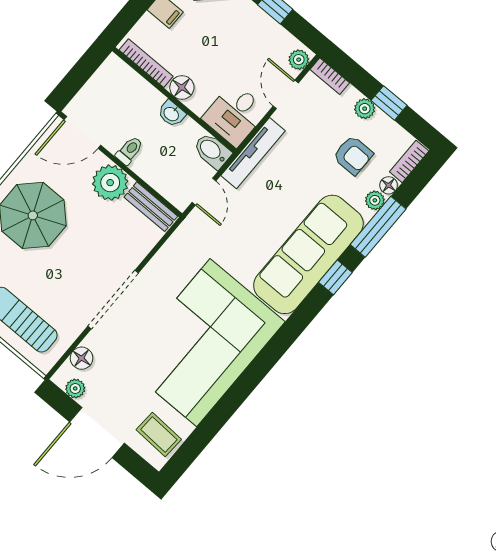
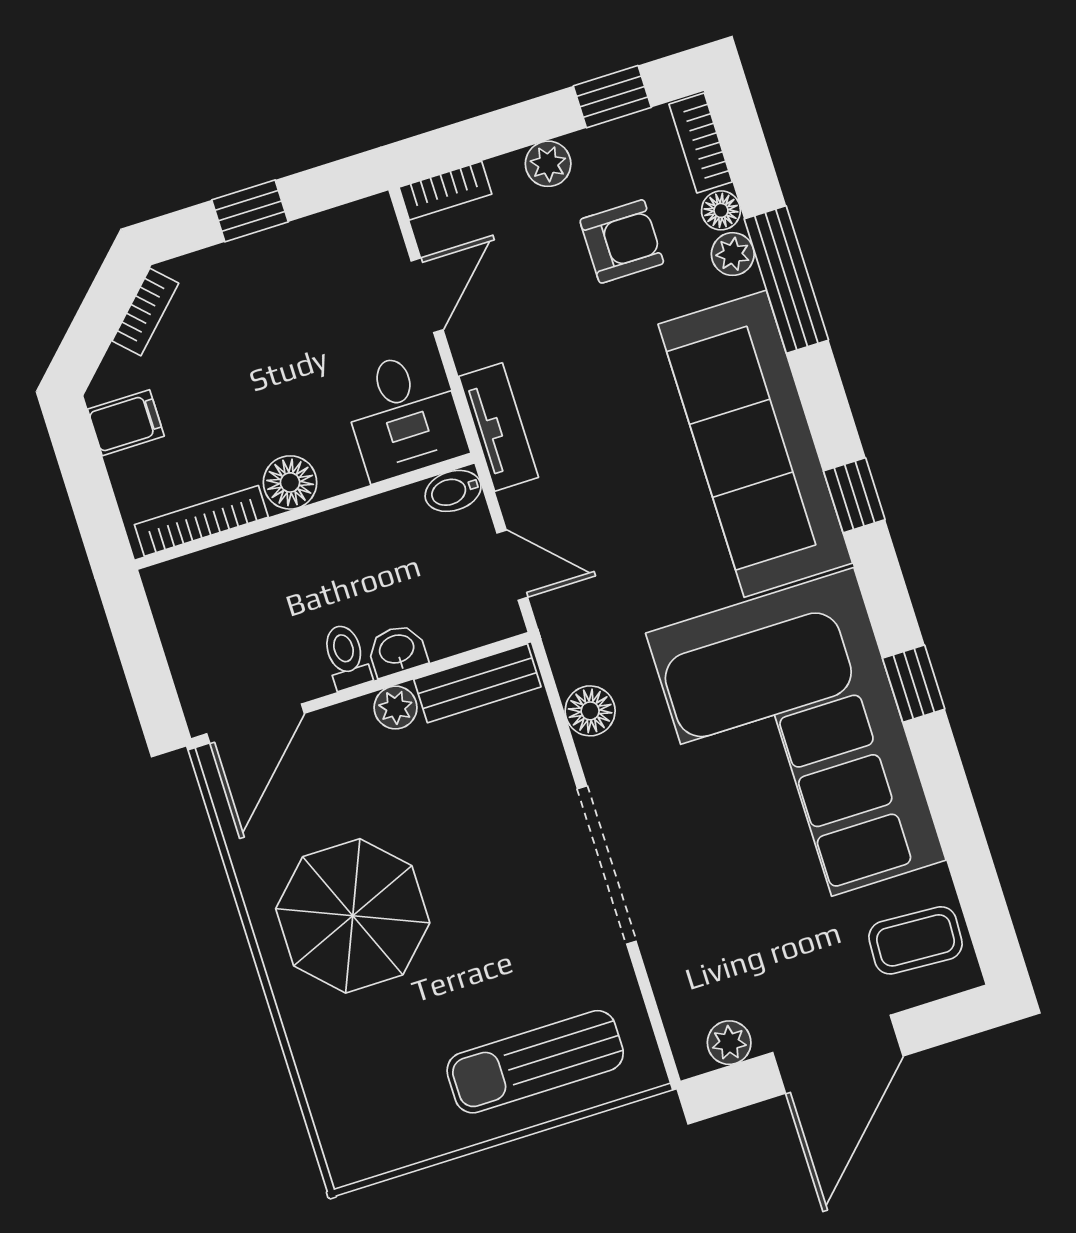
plant: (299, 60) -> (377, 229), removed
door: (286, 94) -> (427, 295), swing flipped
window: (389, 103) -> (612, 97), moved
washbasin: (172, 114) -> (397, 650), moved, turned 180
bidet: (212, 151) -> (453, 491), width x0.72, depth x0.74
tv unit: (253, 153) -> (499, 427), width x0.71
plant: (110, 183) -> (396, 708), width x0.53, depth x0.53
window: (335, 277) -> (854, 495), moved
floor lamp: (82, 358) -> (590, 711), moved
window: (256, 372) -> (914, 684), added

